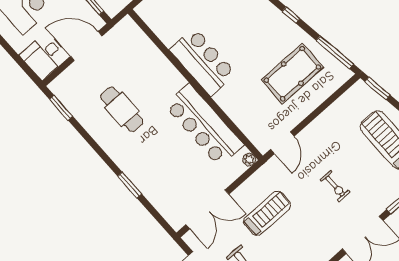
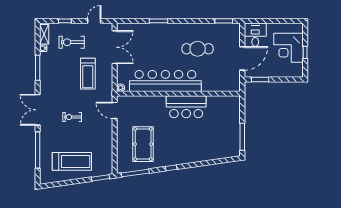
bar counter: (204, 125) -> (165, 81), width x1.36
double door: (207, 209) -> (115, 47), swing flipped

